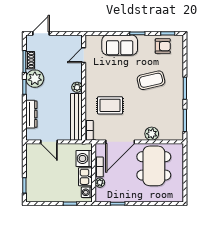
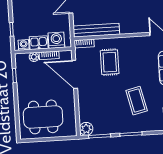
plant: (77, 87) -> (125, 29), removed
plant: (152, 134) -> (86, 129), moved
dining table: (154, 166) -> (43, 117), moved

